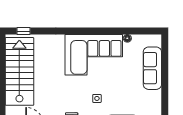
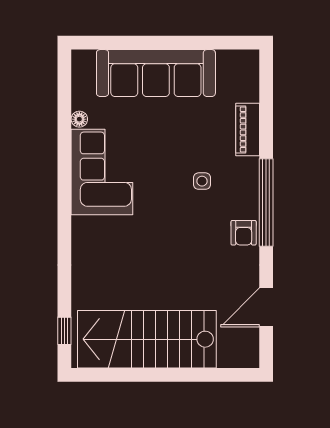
corner sofa: (94, 55) -> (102, 172), width x0.73, depth x0.74
sofa: (152, 68) -> (156, 73), width x1.36, depth x1.27

